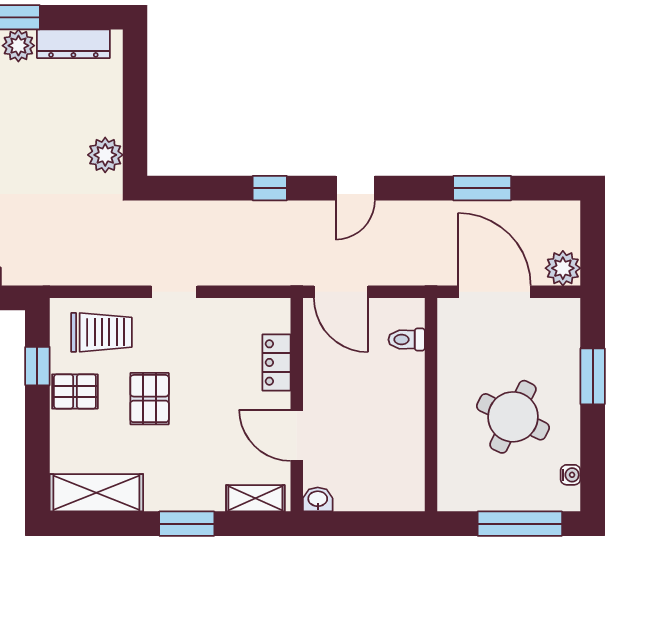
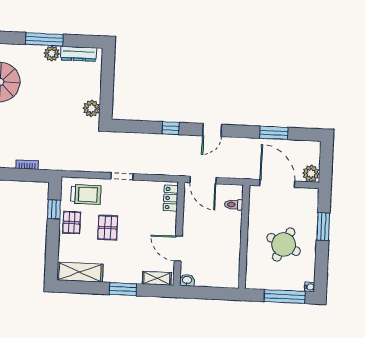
locker: (276, 362) -> (171, 198), moved
pallet: (75, 392) -> (72, 223), turned 90
water cooler: (570, 475) -> (310, 287), moved

